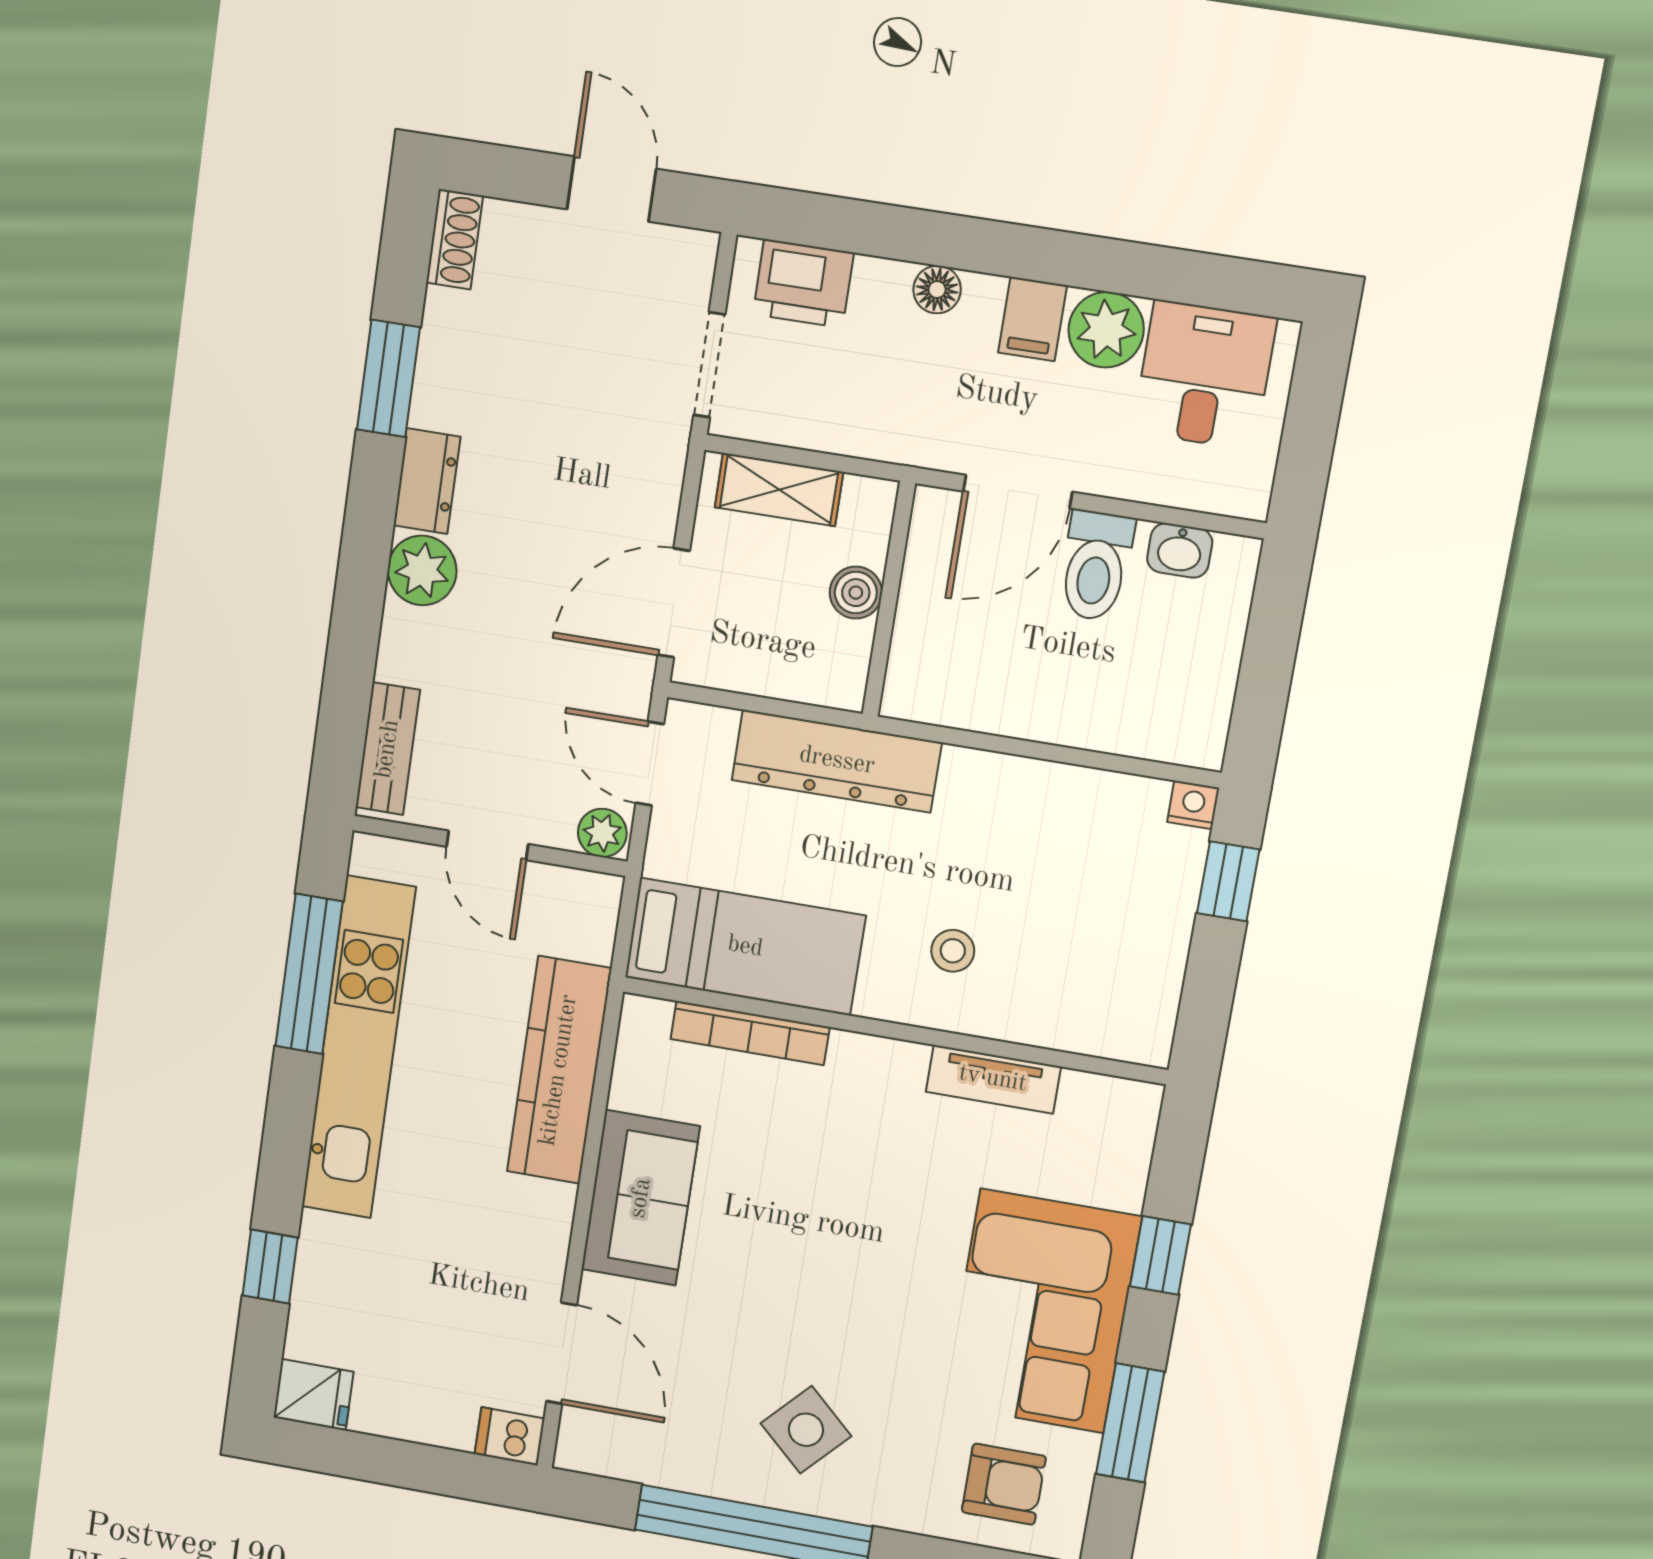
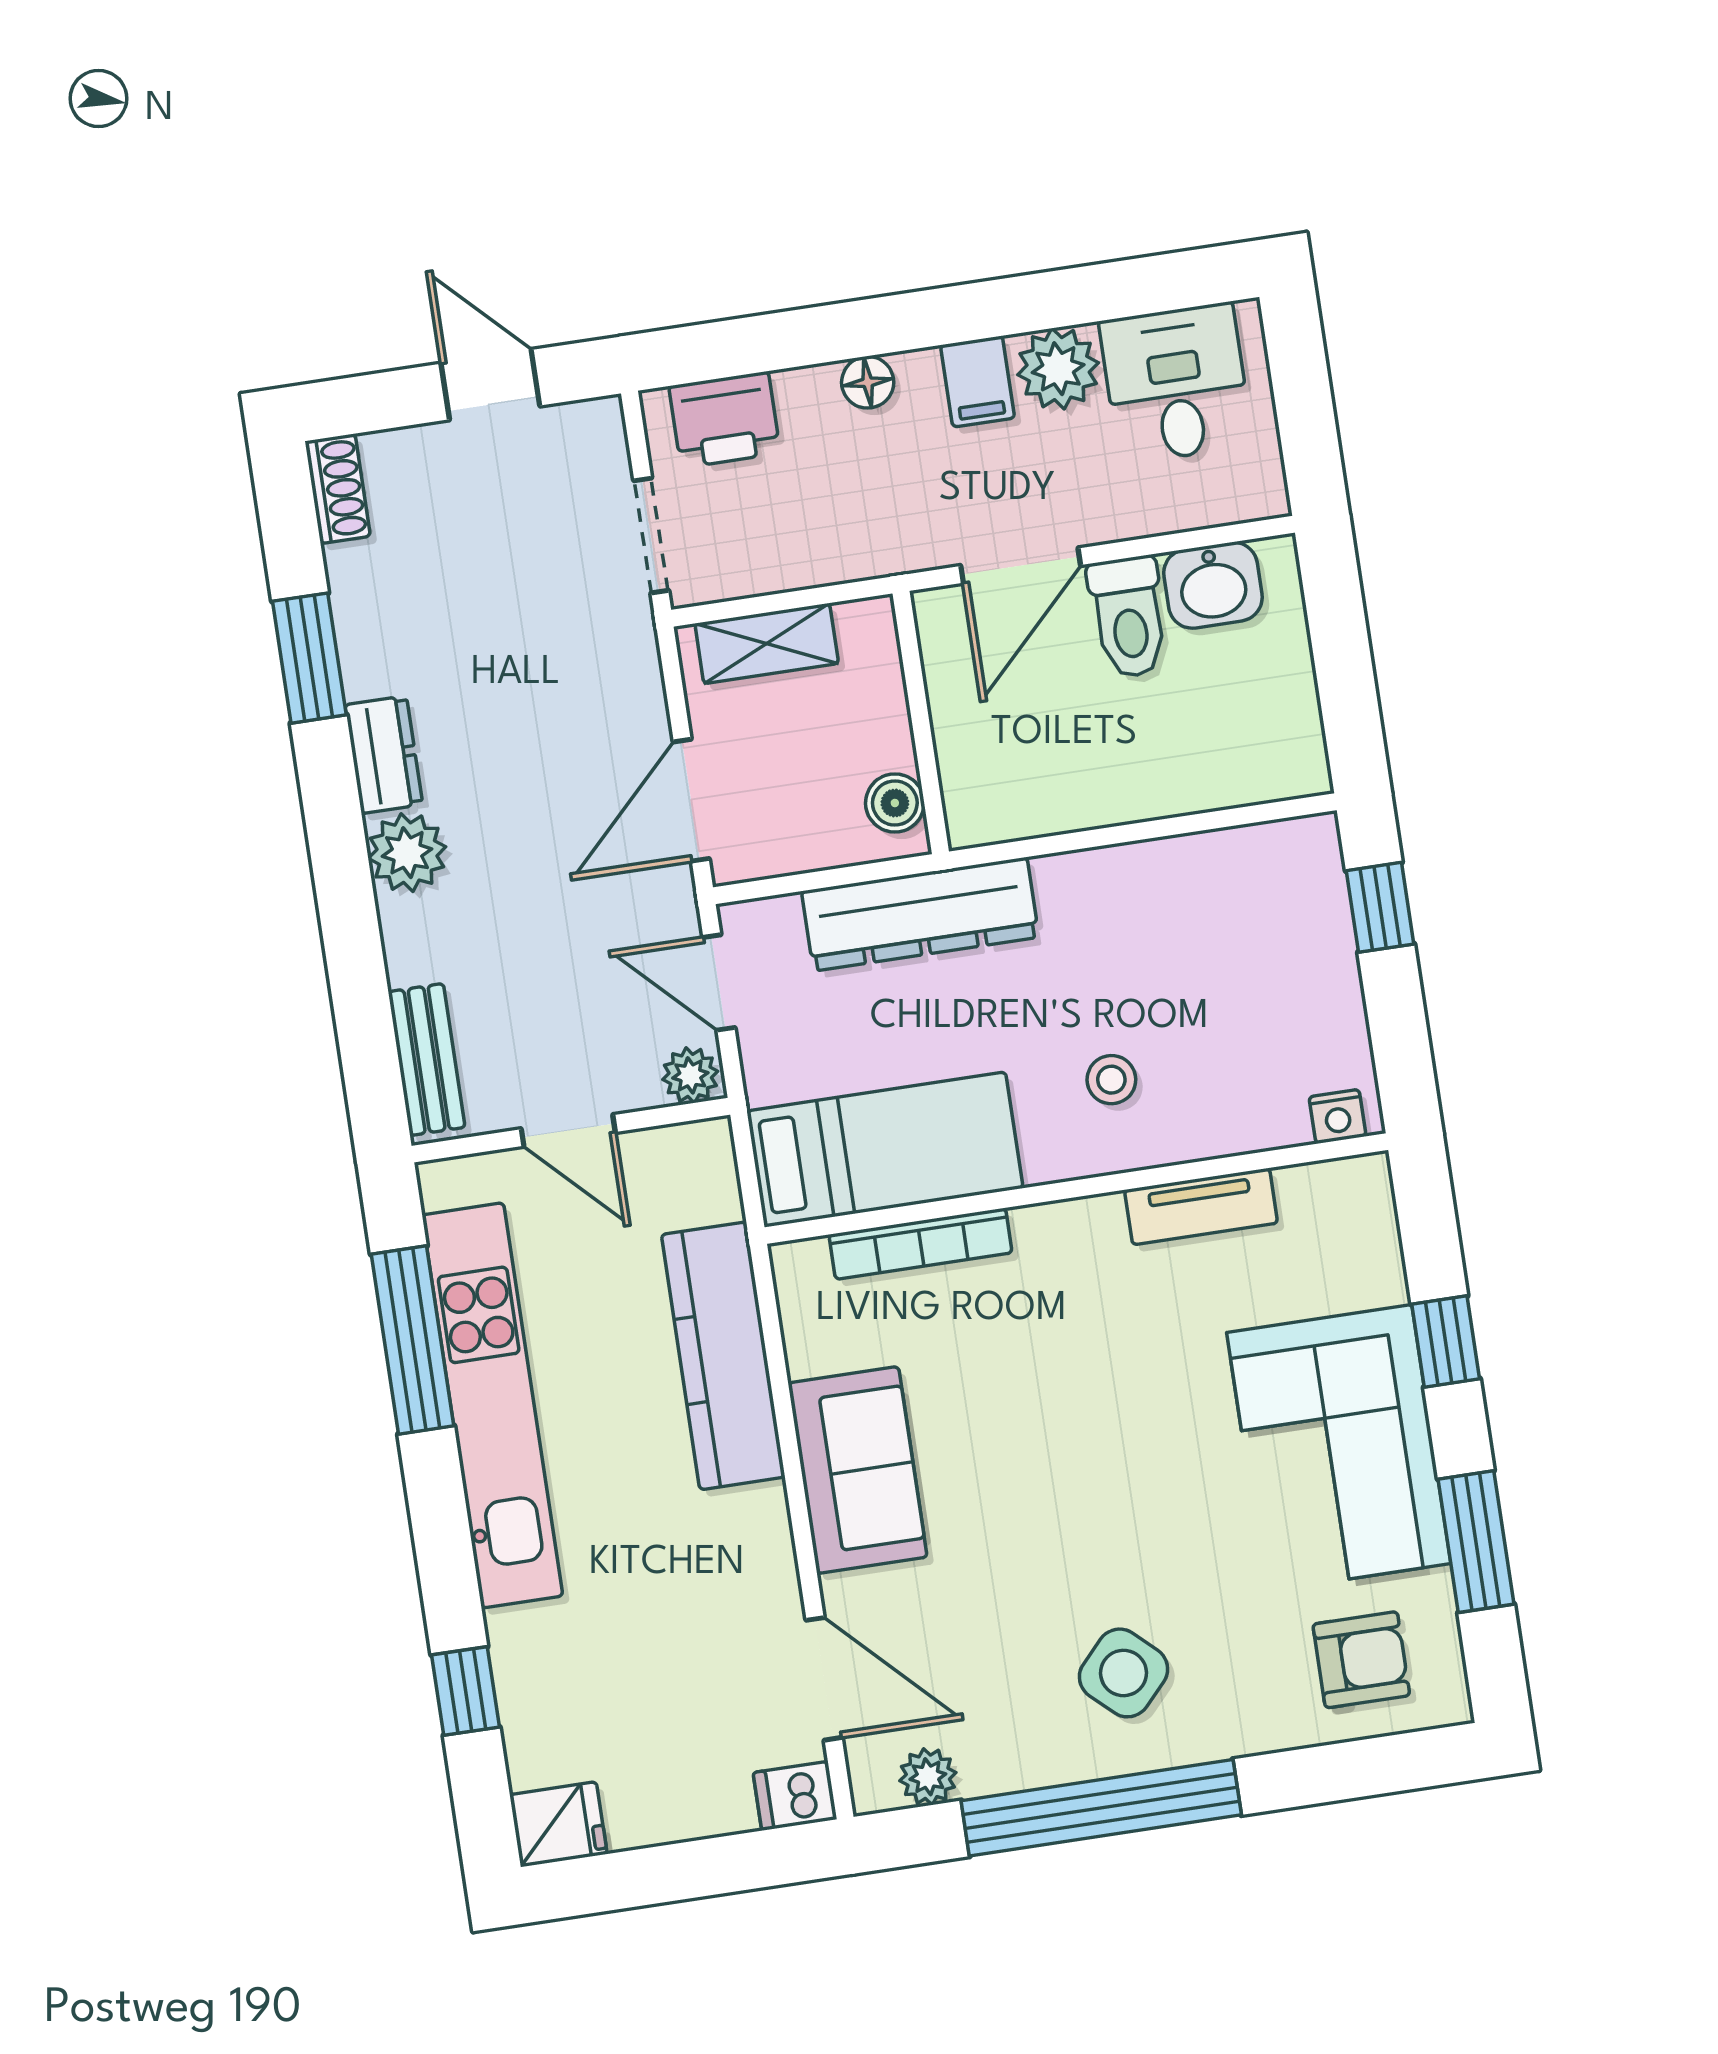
washbasin: (1180, 550) -> (1213, 585), width x1.38, depth x1.45
boiler: (856, 593) -> (895, 803), moved
nightstand: (1193, 805) -> (1338, 1116), moved, turned 180
plant: (621, 1457) -> (928, 1777), added

